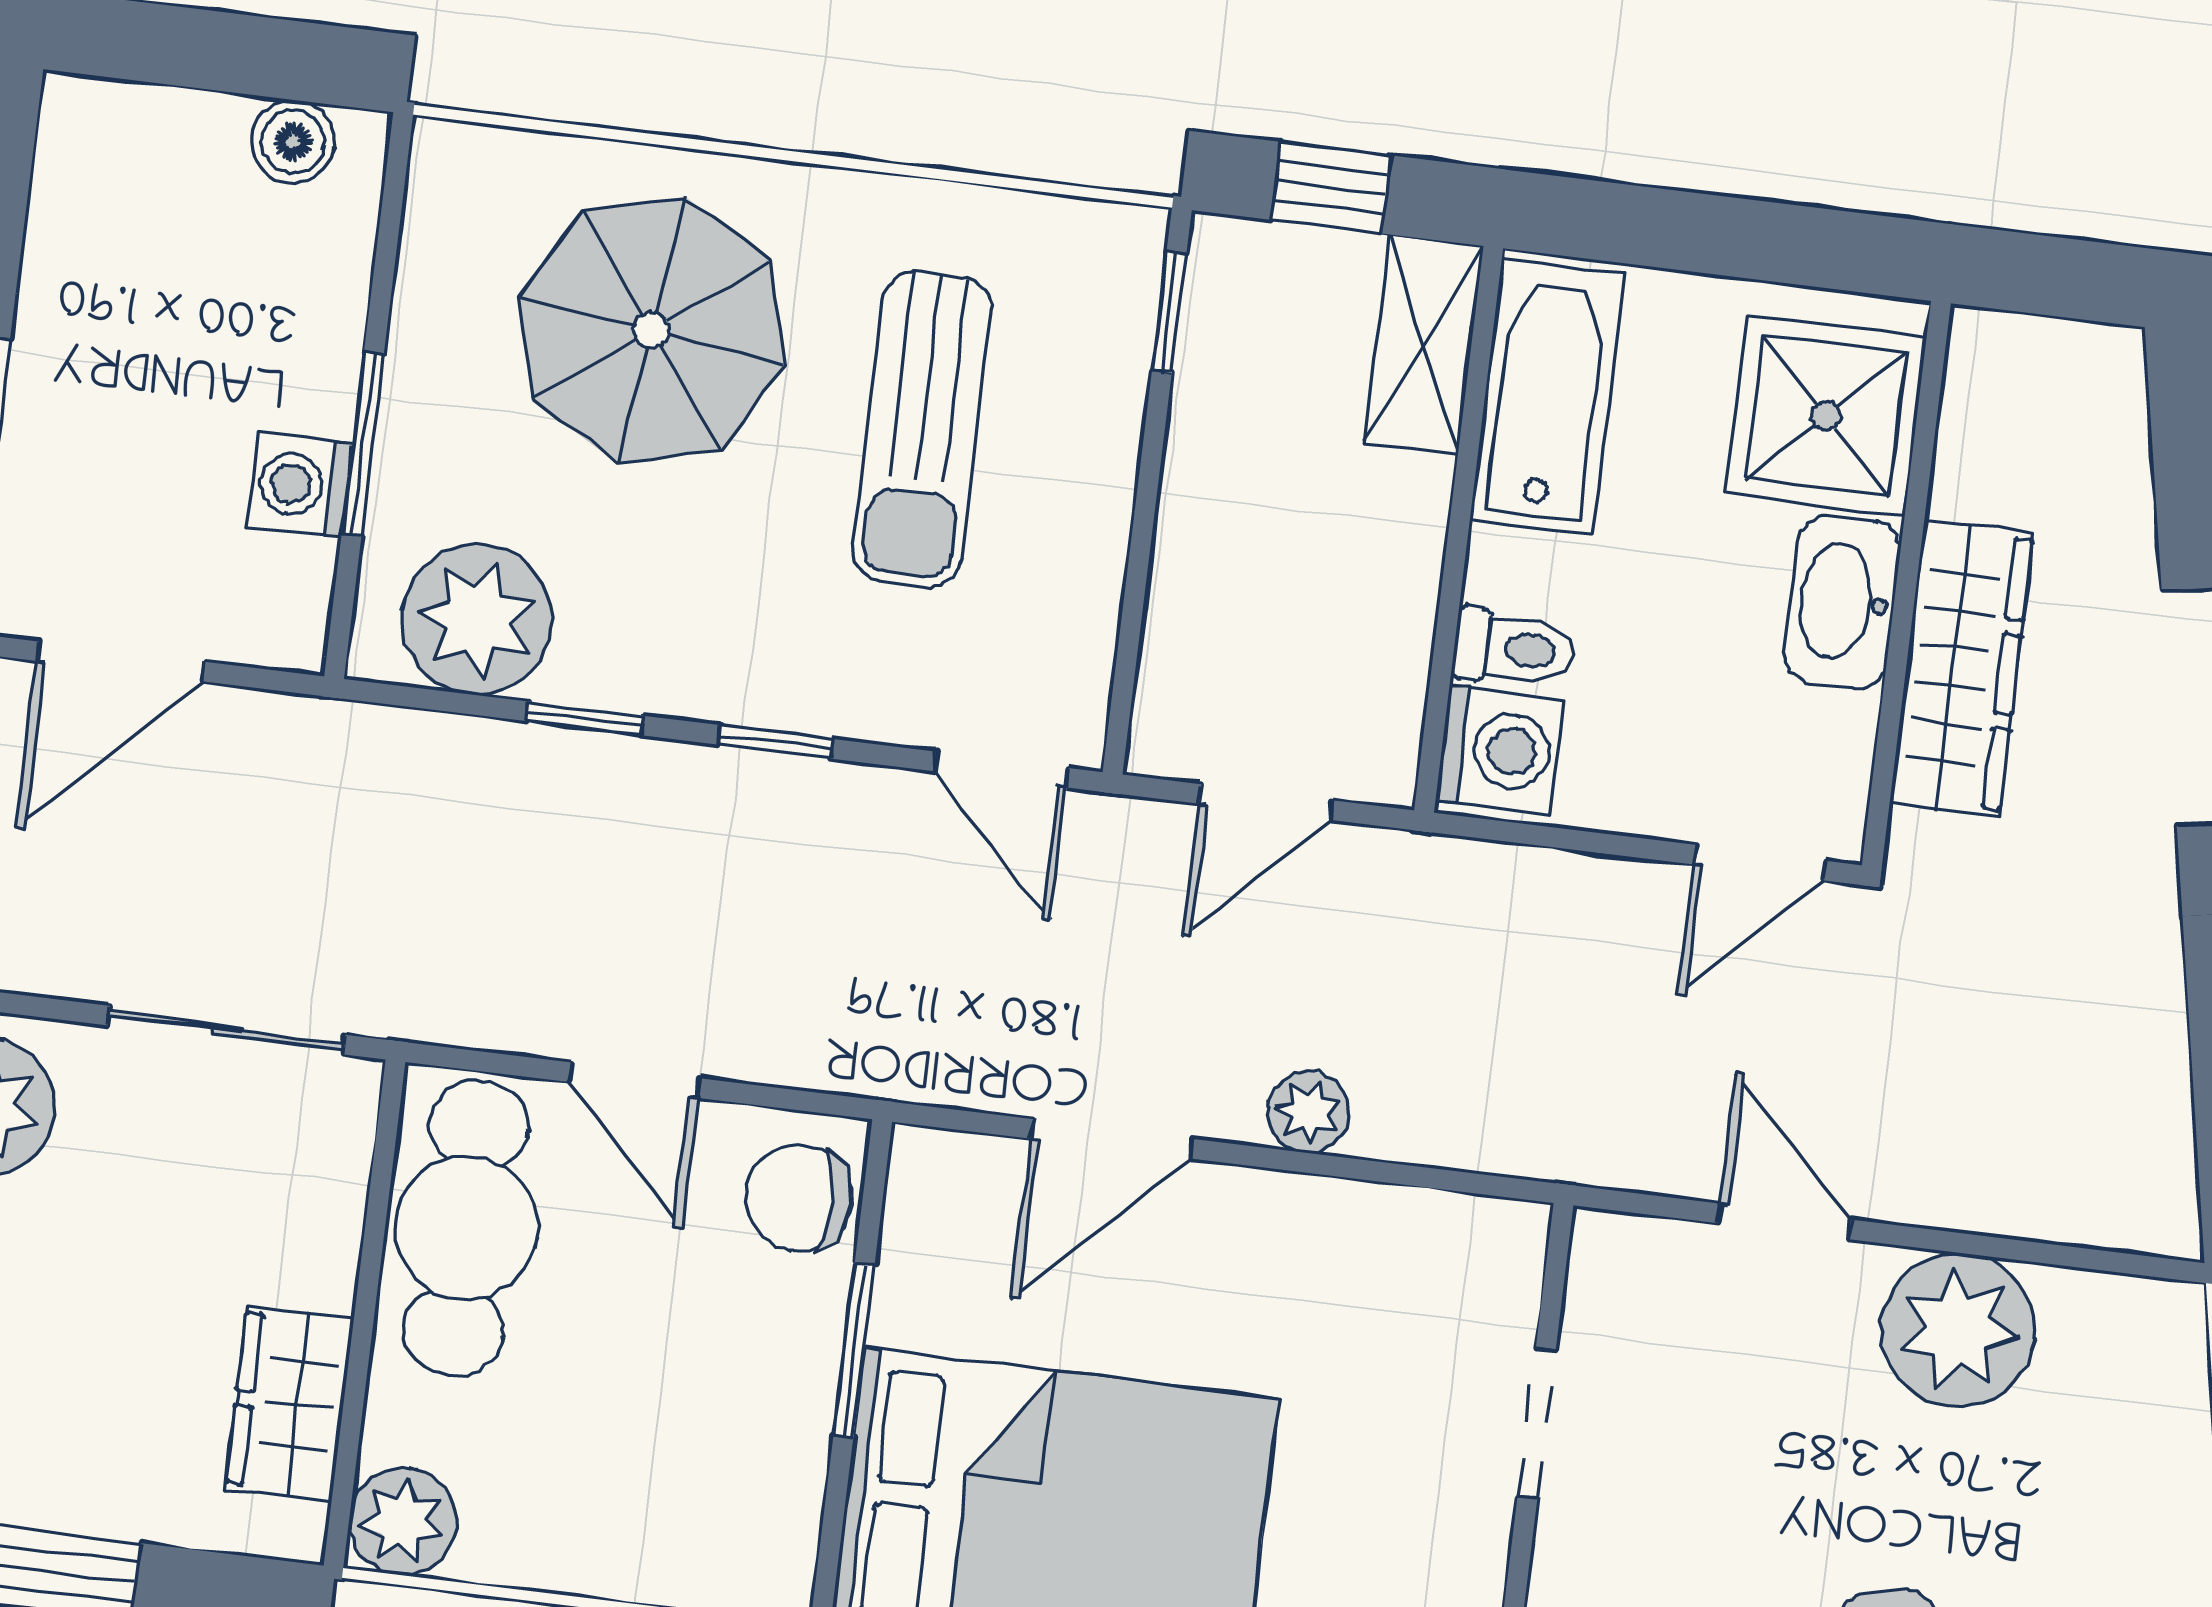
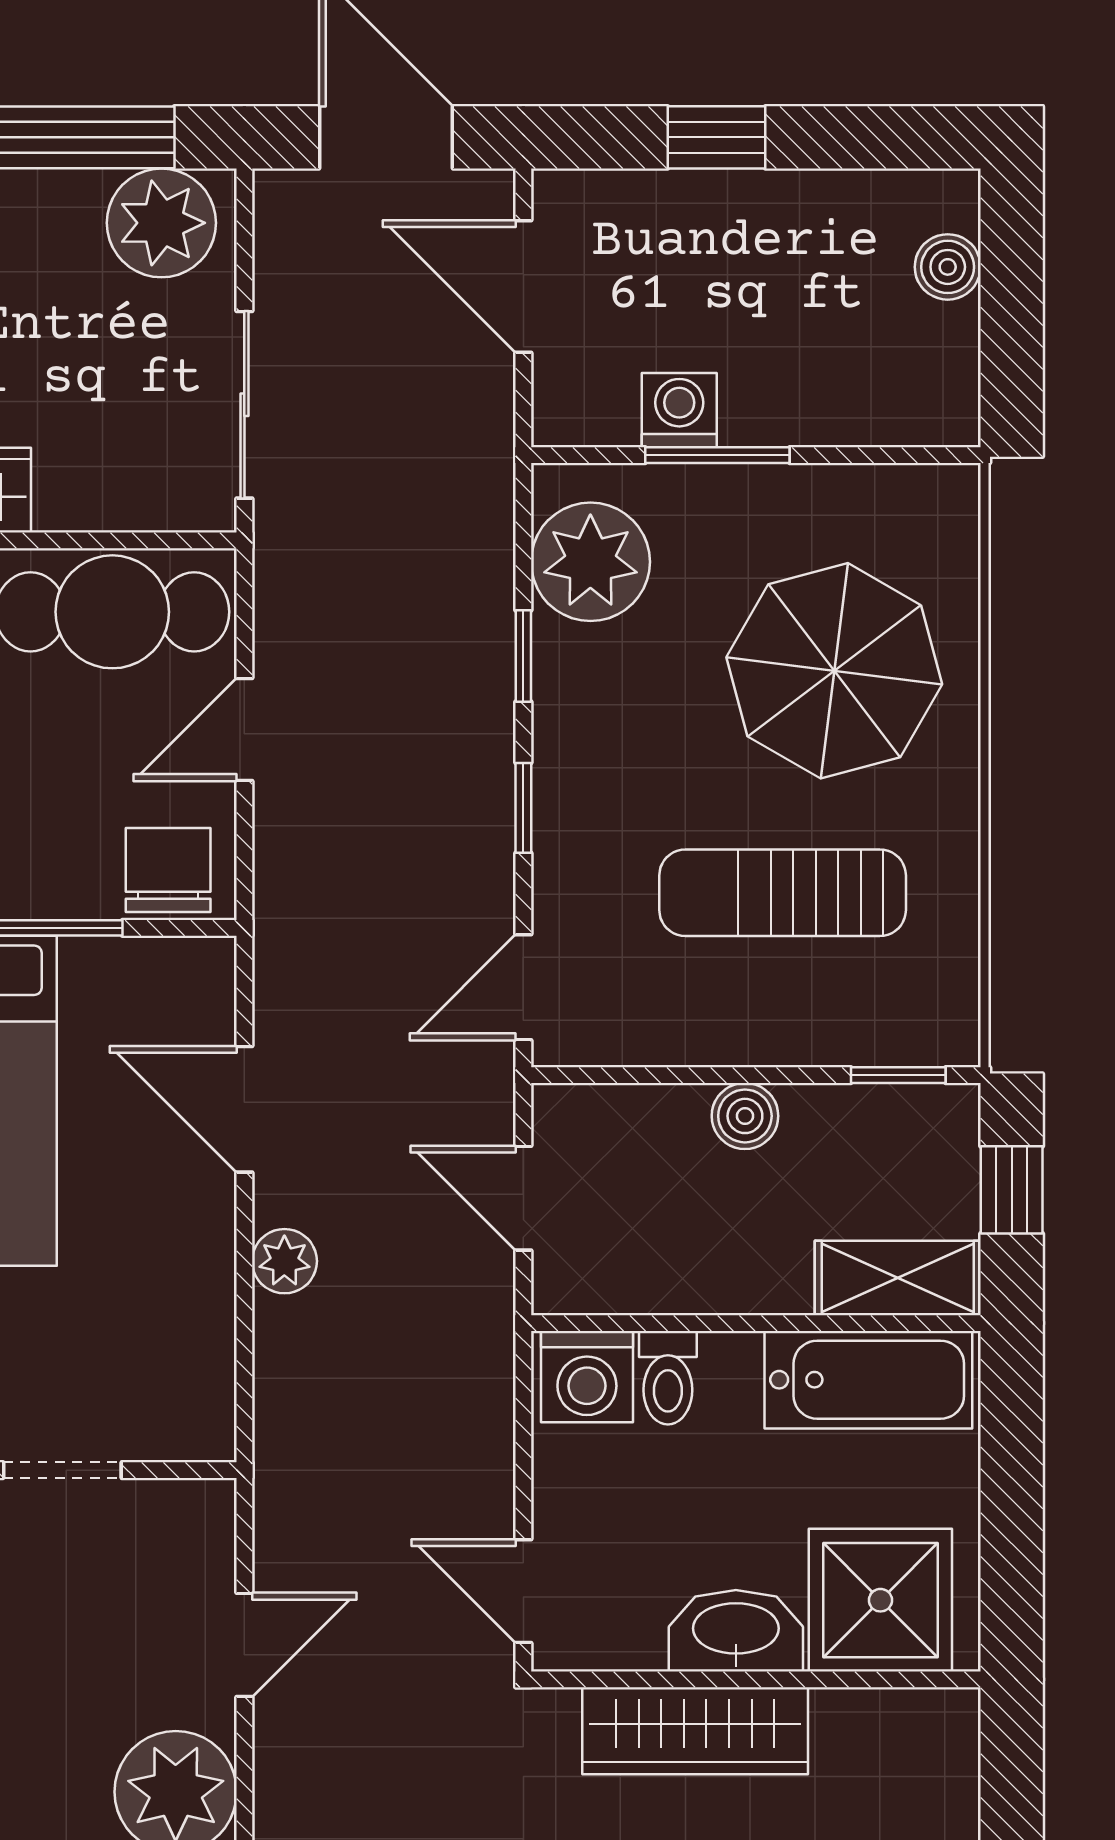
boiler: (293, 142) -> (948, 267), moved
boiler: (1197, 511) -> (745, 1116), added

